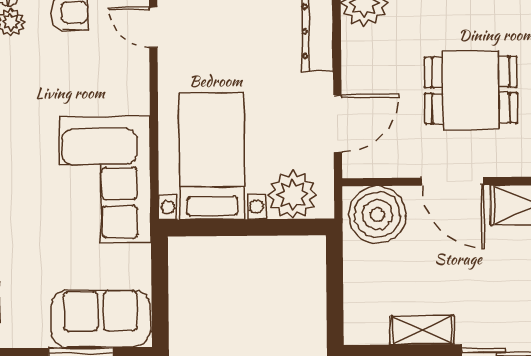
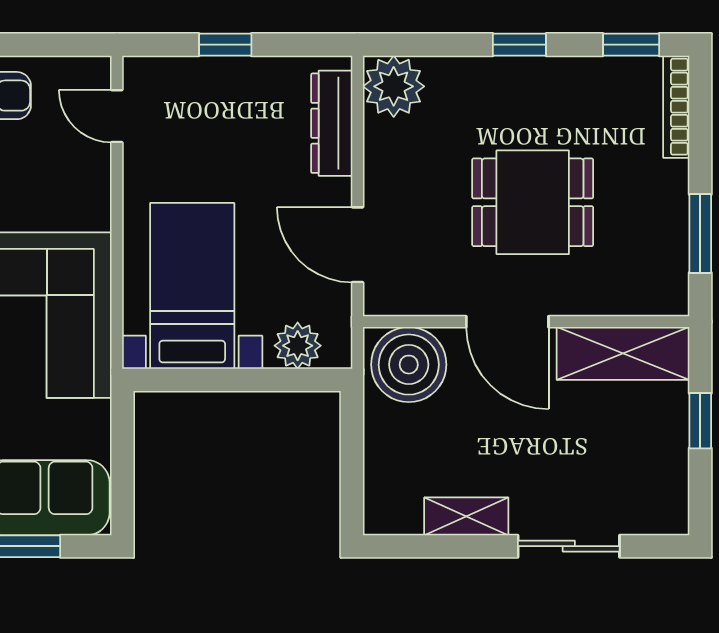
door: (338, 124) -> (358, 245), swing flipped
plant: (293, 195) -> (298, 346), width x0.73, depth x0.73

